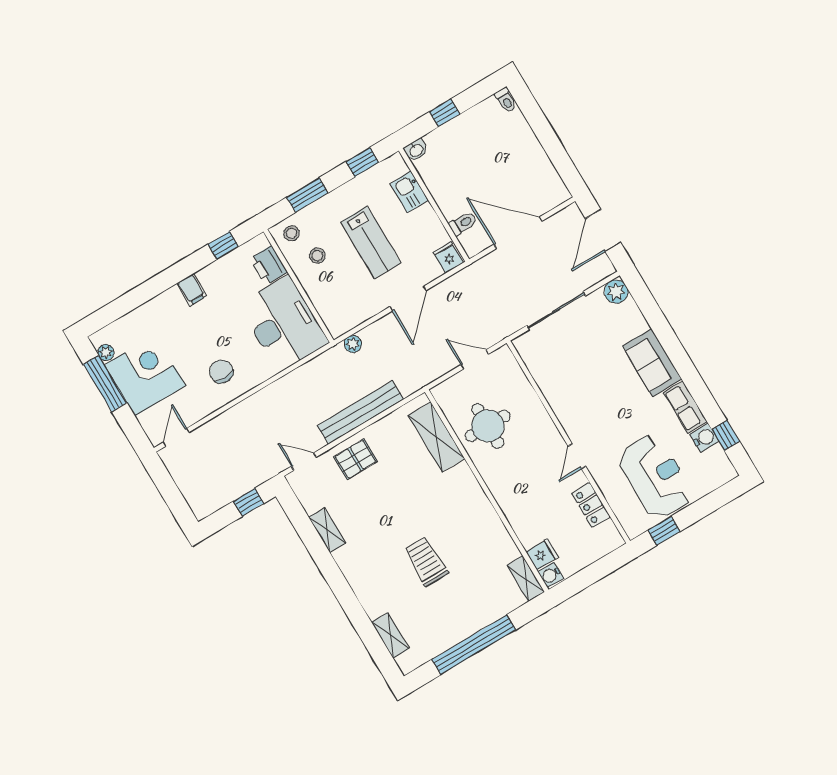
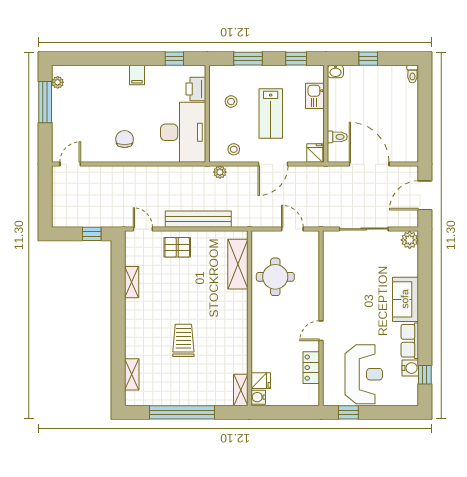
stool: (292, 233) -> (234, 149), moved
corner desk: (145, 375) -> (74, 112), removed

